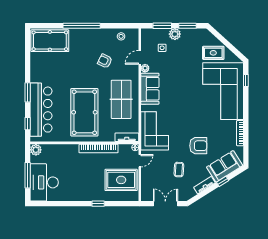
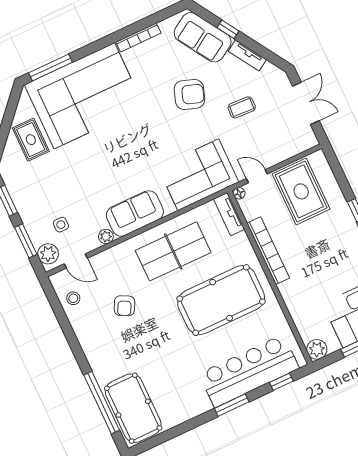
window: (82, 26) -> (102, 403), moved
plant: (175, 34) -> (48, 254), moved
door: (140, 57) -> (76, 261), moved
window: (246, 80) -> (50, 67), width x2.17
armchair: (198, 146) -> (189, 94), turned 109
double door: (165, 204) -> (306, 103), swing flipped

